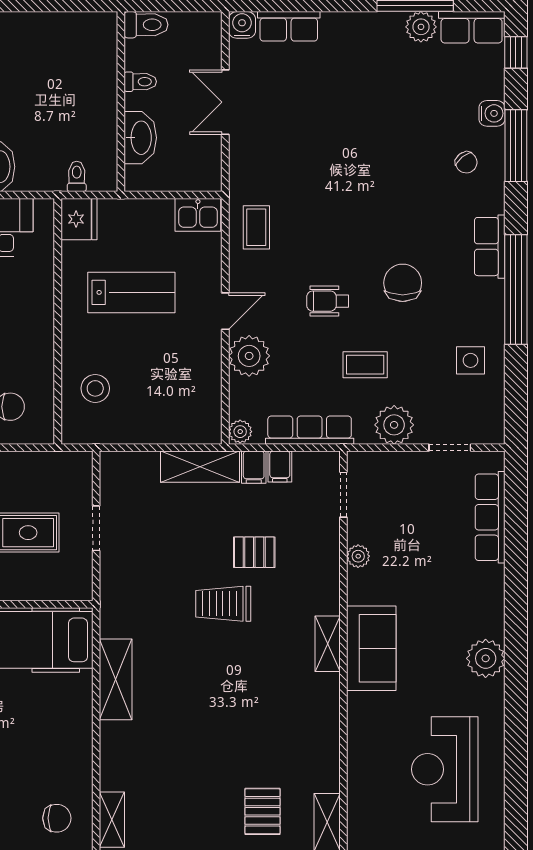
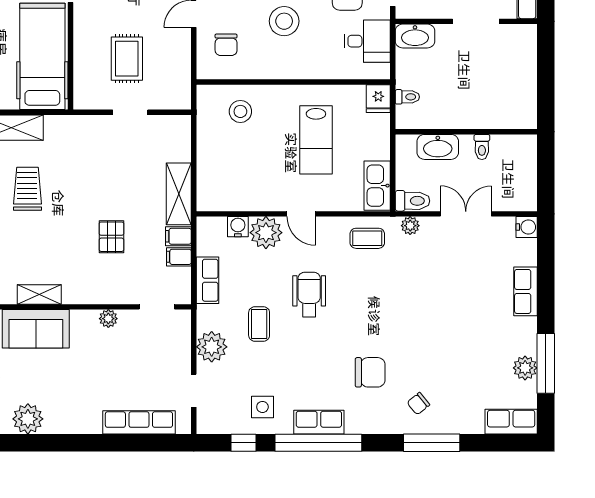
toilet: (146, 25) -> (413, 201), moved, turned -90
row of seats: (289, 26) -> (525, 291), moved
row of seats: (472, 27) -> (511, 422), moved, turned 90
window: (516, 52) -> (243, 443), moved
water cooler: (492, 113) -> (238, 227), moved, turned 180
kitchen sink: (198, 215) -> (377, 186), width x1.38
fridge: (79, 219) -> (378, 99), width x0.72
row of seats: (490, 247) -> (319, 422), moved
chair: (403, 283) -> (370, 372), moved
wheelchair: (328, 301) -> (309, 295), width x1.36, depth x1.37
row of seats: (310, 430) -> (208, 280), width x0.68
plant: (240, 432) -> (410, 226), moved
trolley: (223, 604) -> (27, 189), moved

